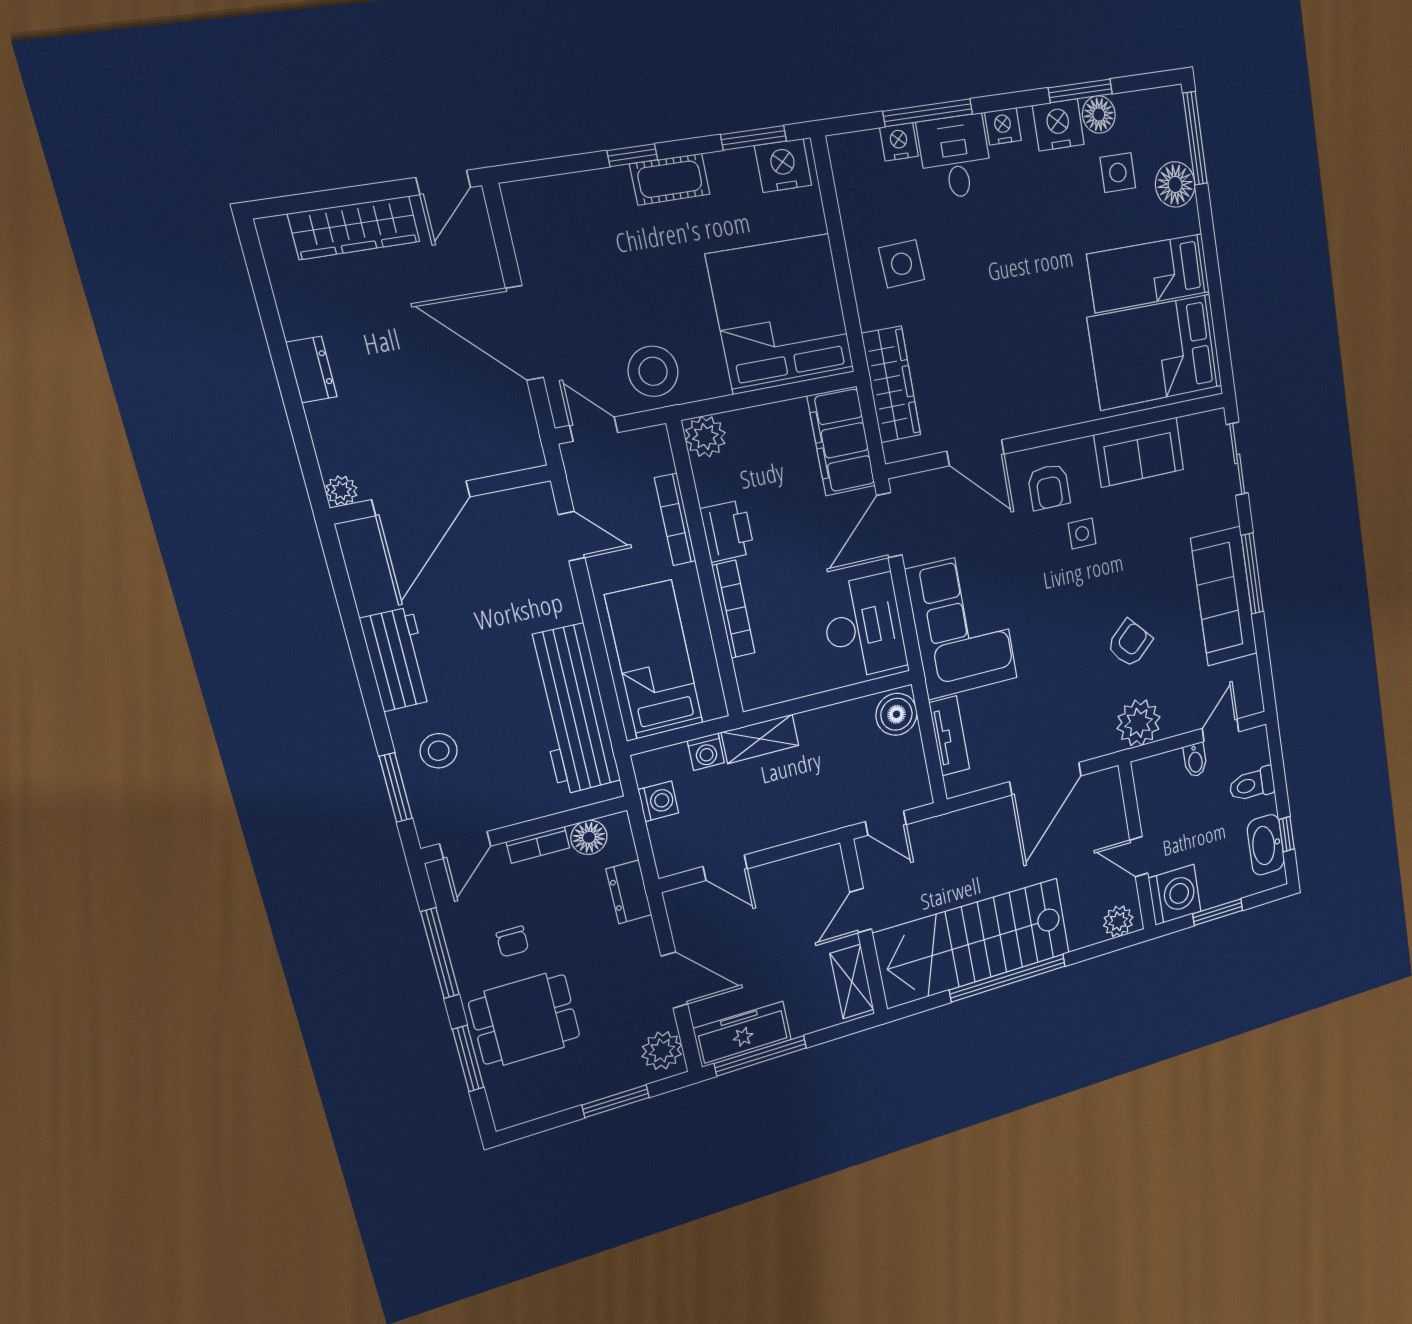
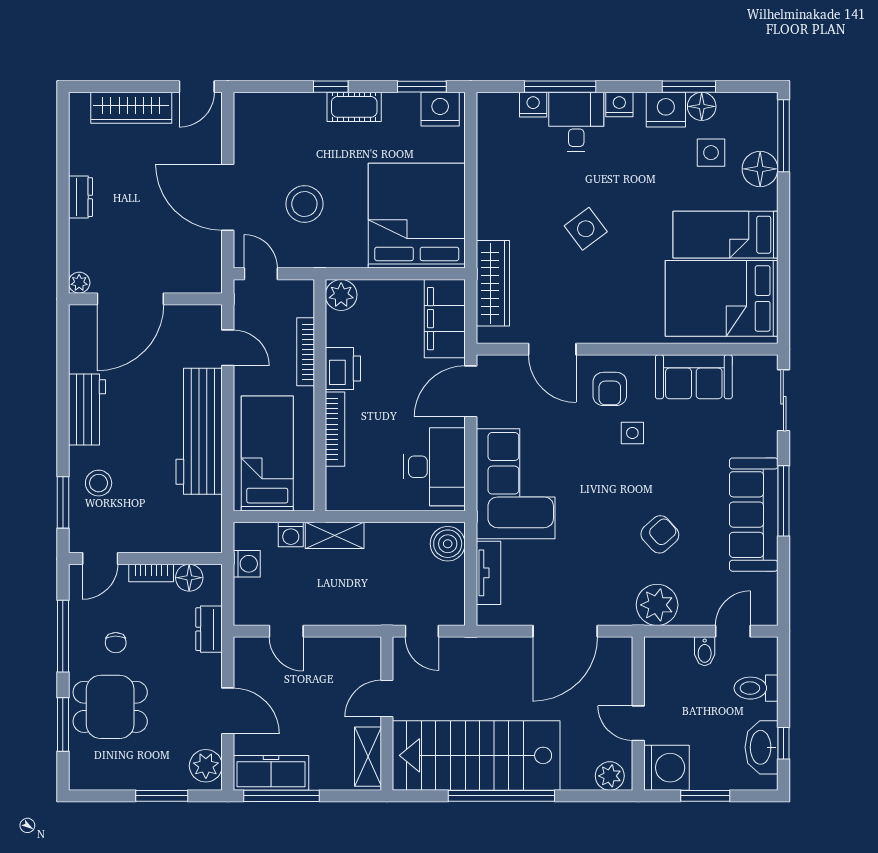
side table: (902, 264) -> (586, 229), moved, turned -34
stool: (653, 371) -> (304, 204), moved
workbench: (572, 709) -> (199, 431), moved

